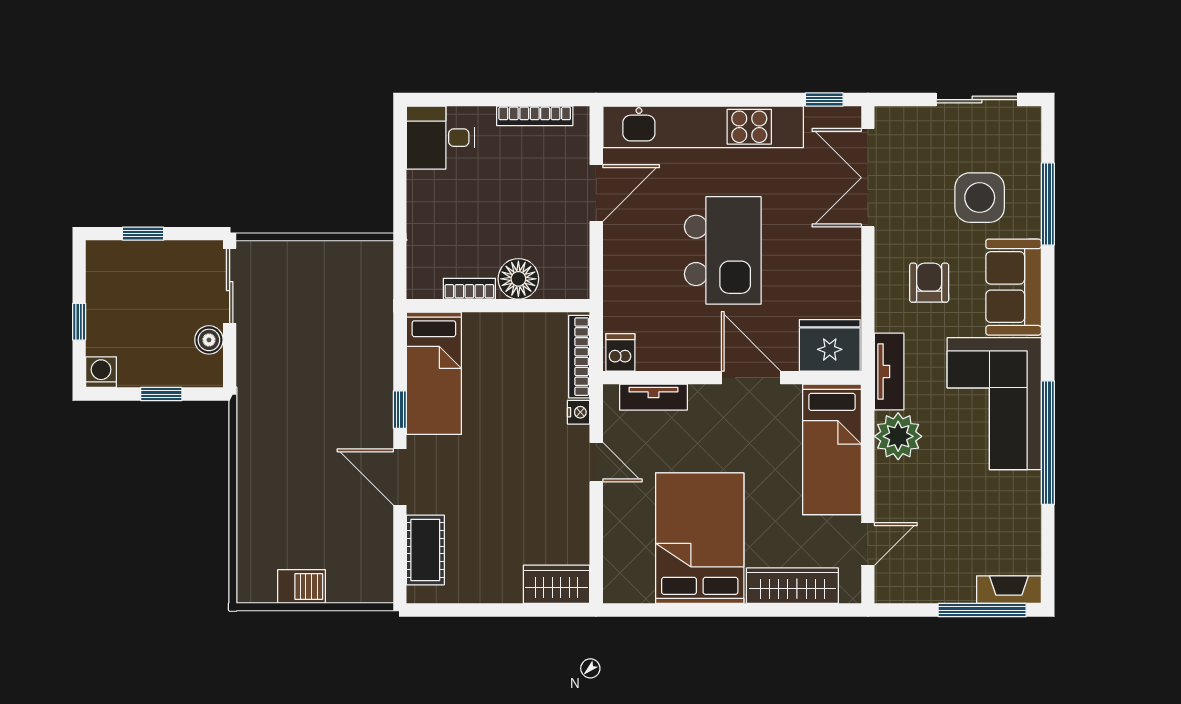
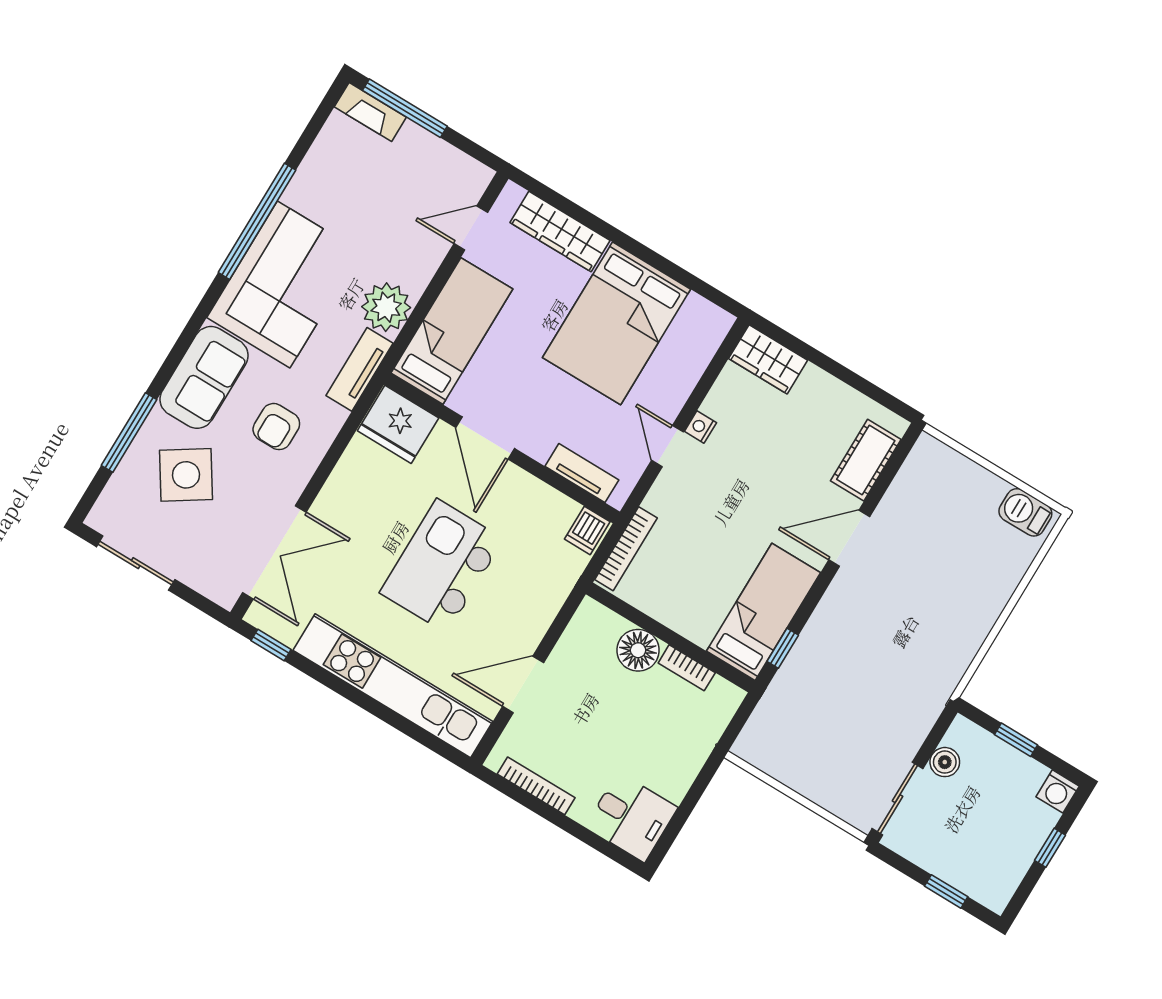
side table: (980, 198) -> (186, 475), turned -33
window: (400, 410) -> (783, 648), moved
nightstand: (579, 412) -> (700, 427), moved
door: (400, 477) -> (849, 538), swing flipped
barbecue: (302, 587) -> (1025, 512), moved

